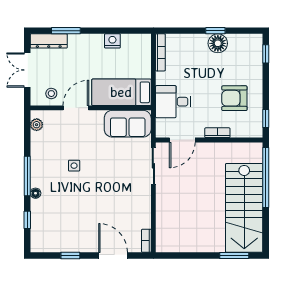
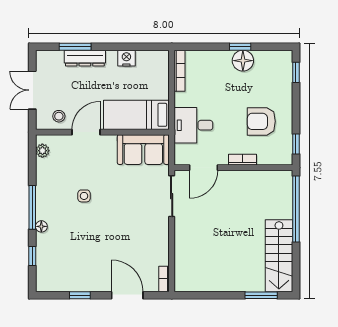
dresser: (49, 41) -> (85, 58), moved
stairs: (244, 208) -> (279, 256), width x0.73, depth x0.66

